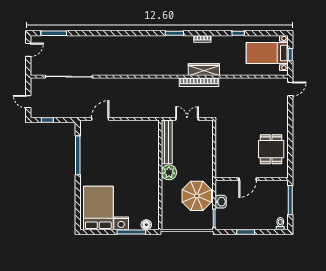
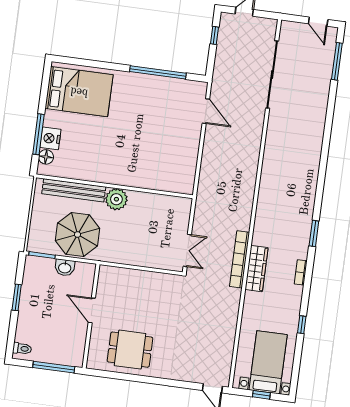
double door: (187, 119) -> (187, 251), moved
bench: (167, 142) -> (74, 190), moved
nightstand: (121, 223) -> (50, 138), moved

